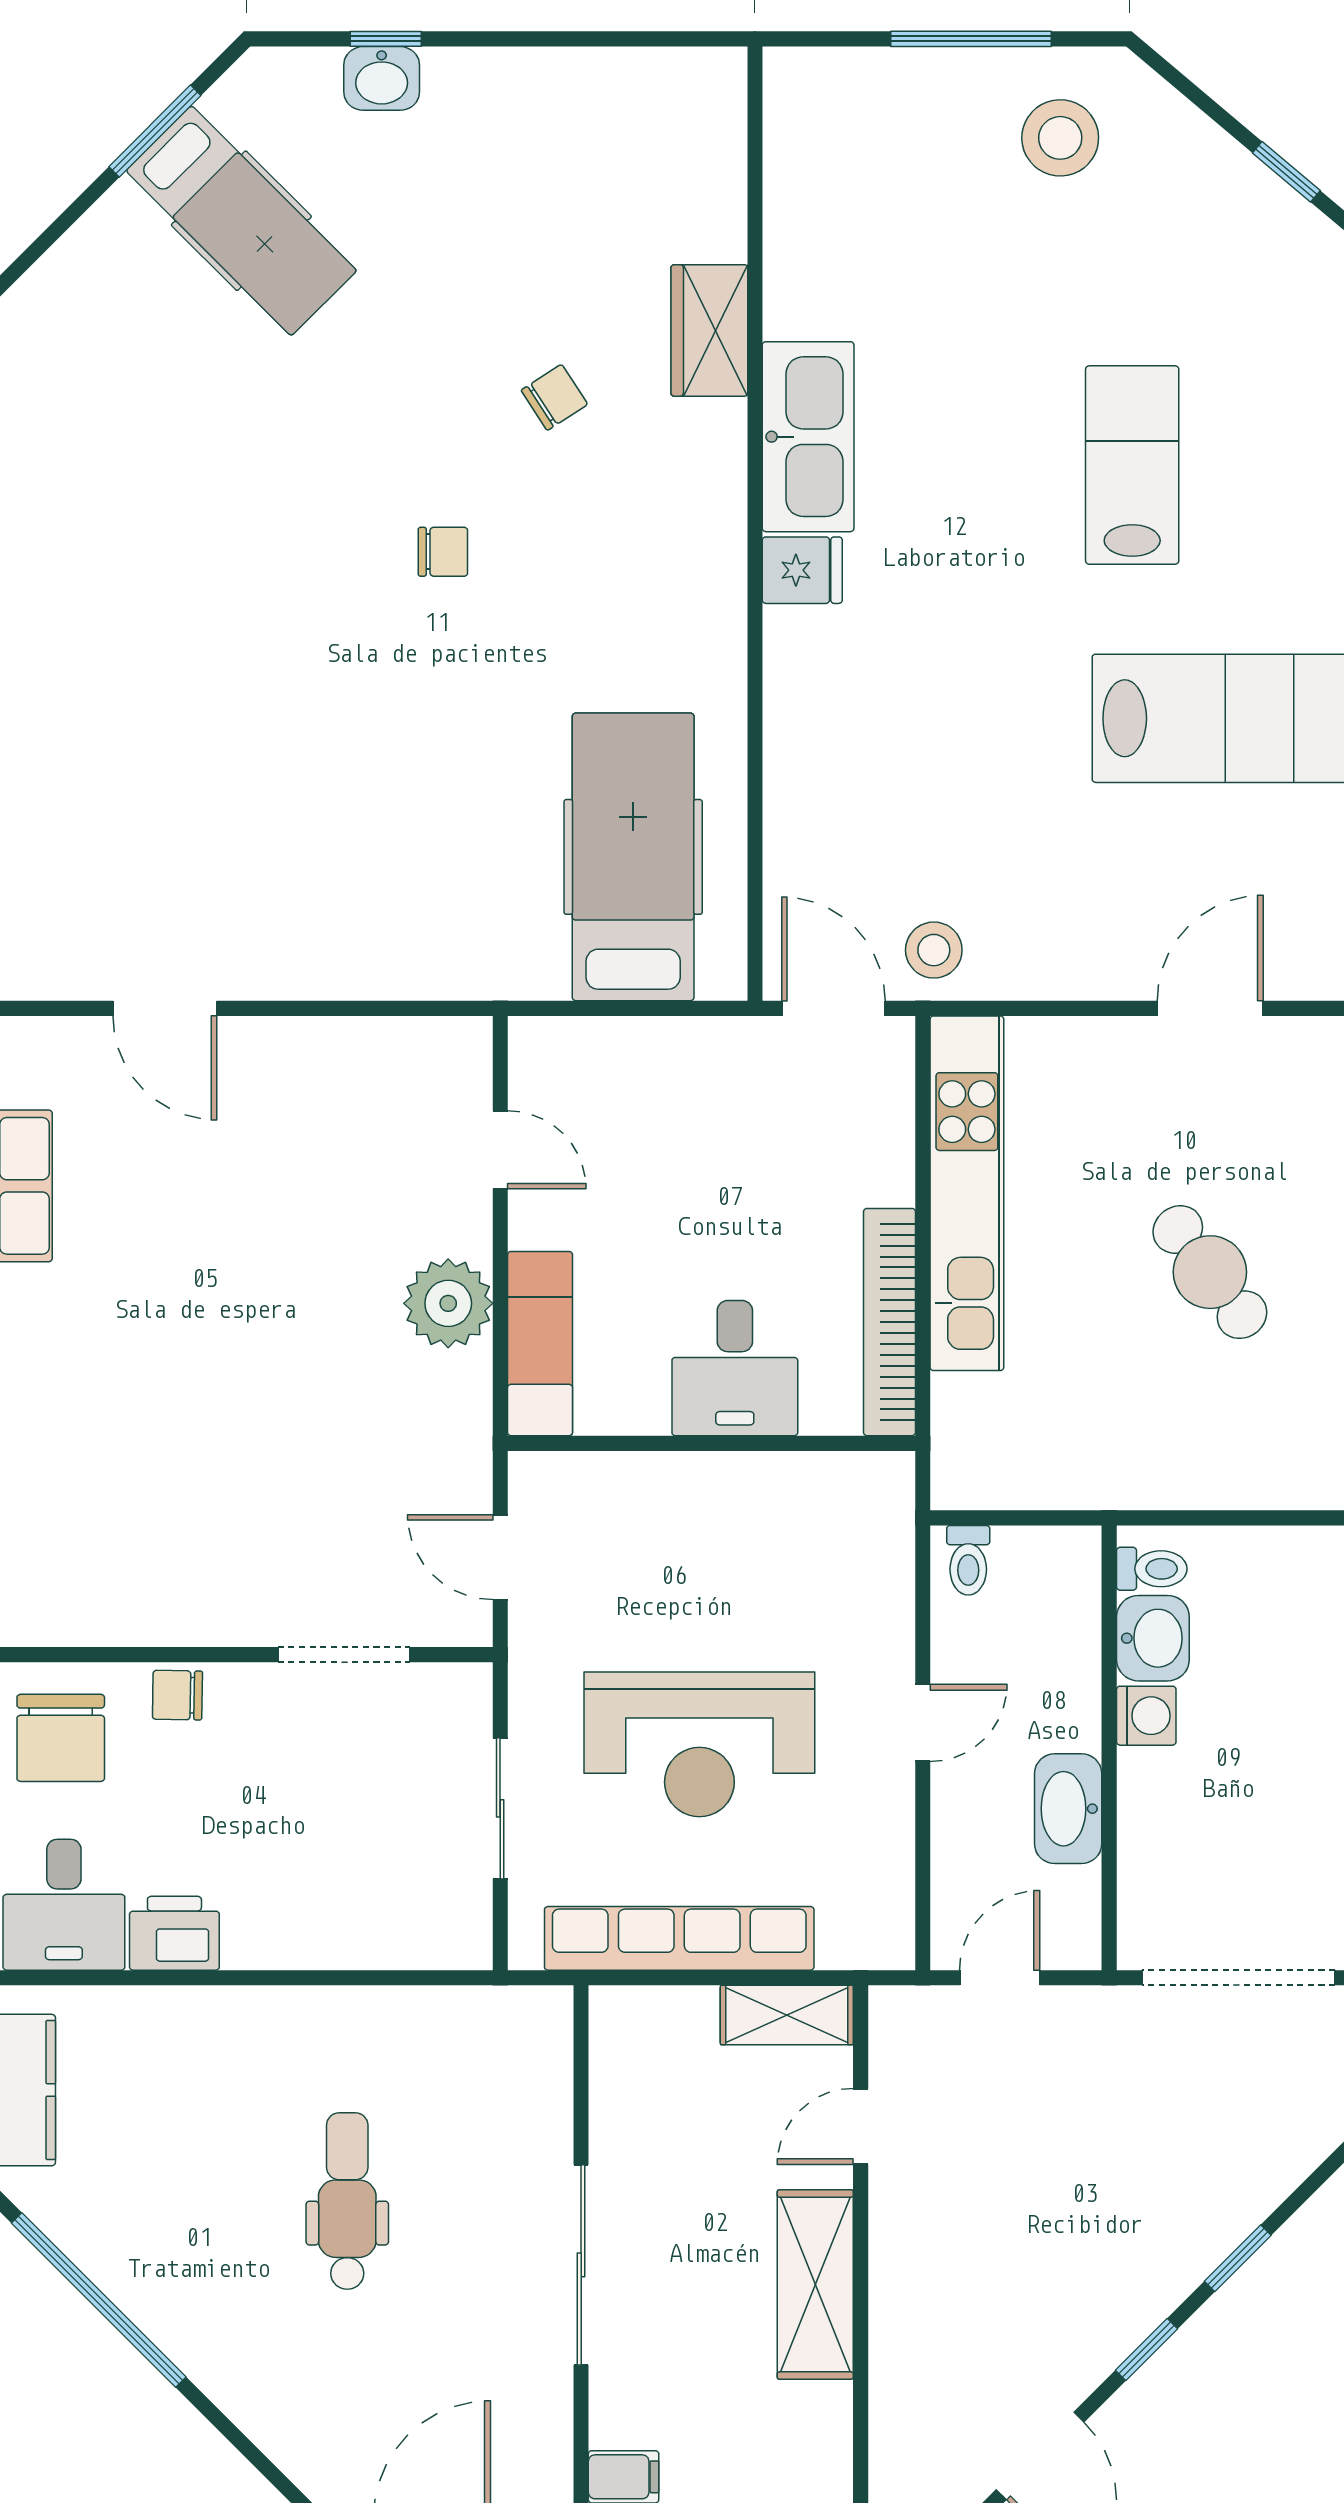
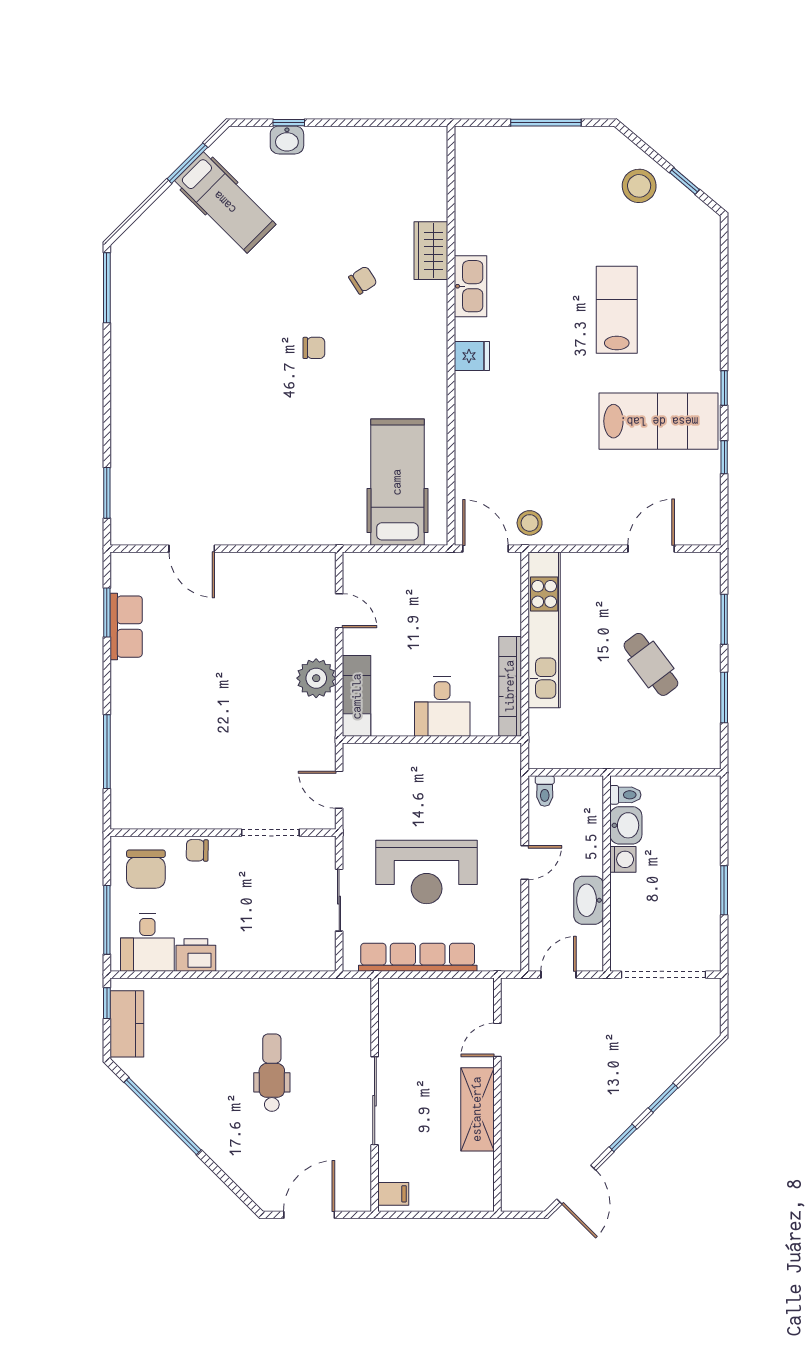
stool: (1060, 138) -> (639, 186), moved
kitchen sink: (808, 437) -> (470, 286), width x0.73, depth x0.81
shelving: (787, 2015) -> (465, 991), removed

